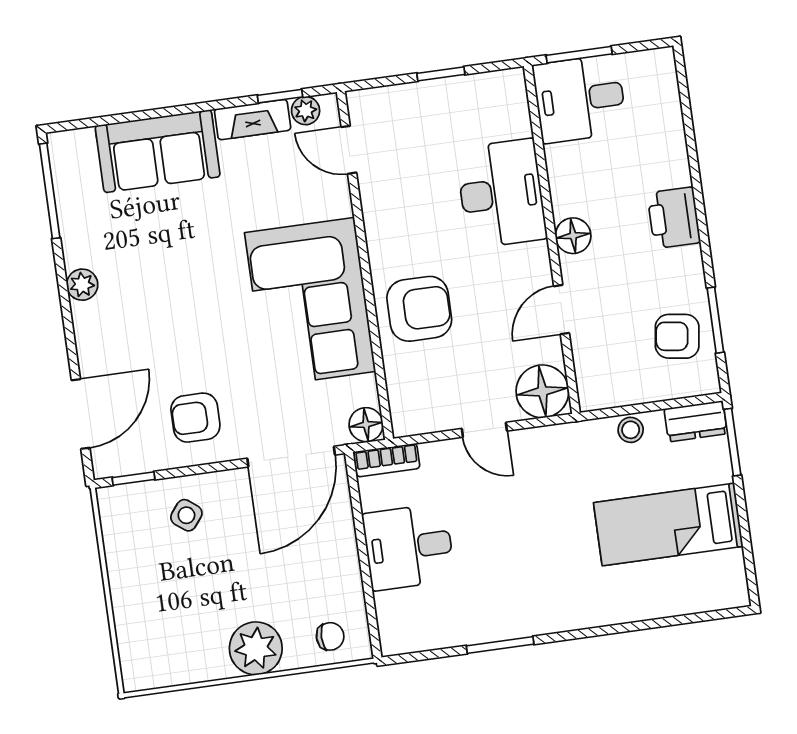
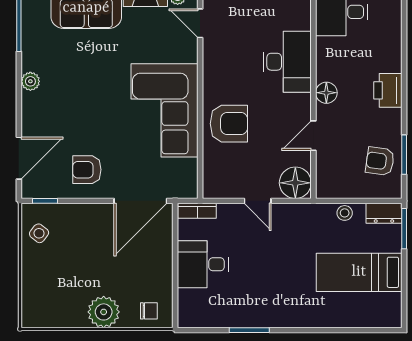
floor lamp: (366, 425) -> (188, 188), removed
side table: (186, 515) -> (39, 233), moved

